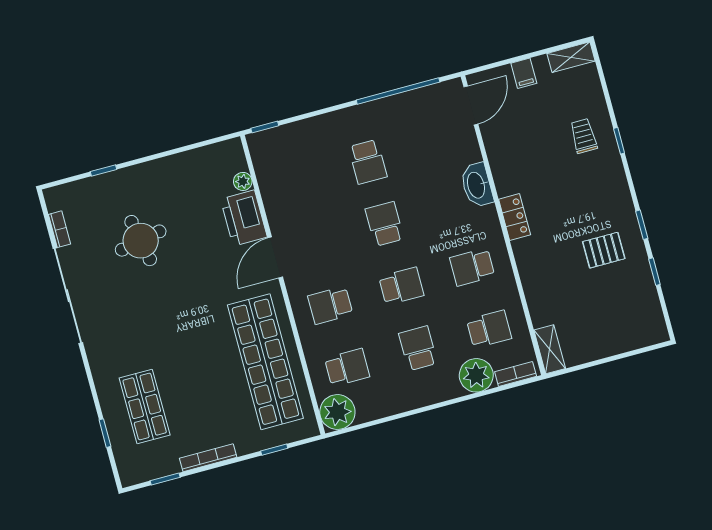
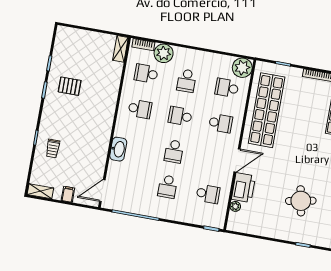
school desk: (368, 162) -> (168, 187), turned 180
school desk: (297, 181) -> (208, 194), added
locker: (515, 217) -> (107, 124), removed

